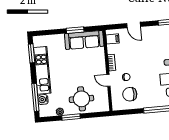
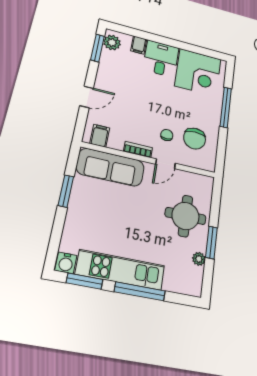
sofa: (84, 40) -> (110, 167), moved, turned 90
window: (35, 97) -> (140, 291), moved
water cooler: (43, 100) -> (66, 263), moved

